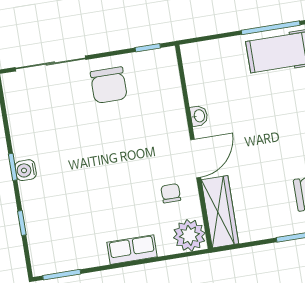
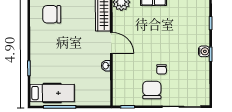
door: (196, 158) -> (111, 43), swing flipped
chair: (171, 193) -> (162, 69), moved

